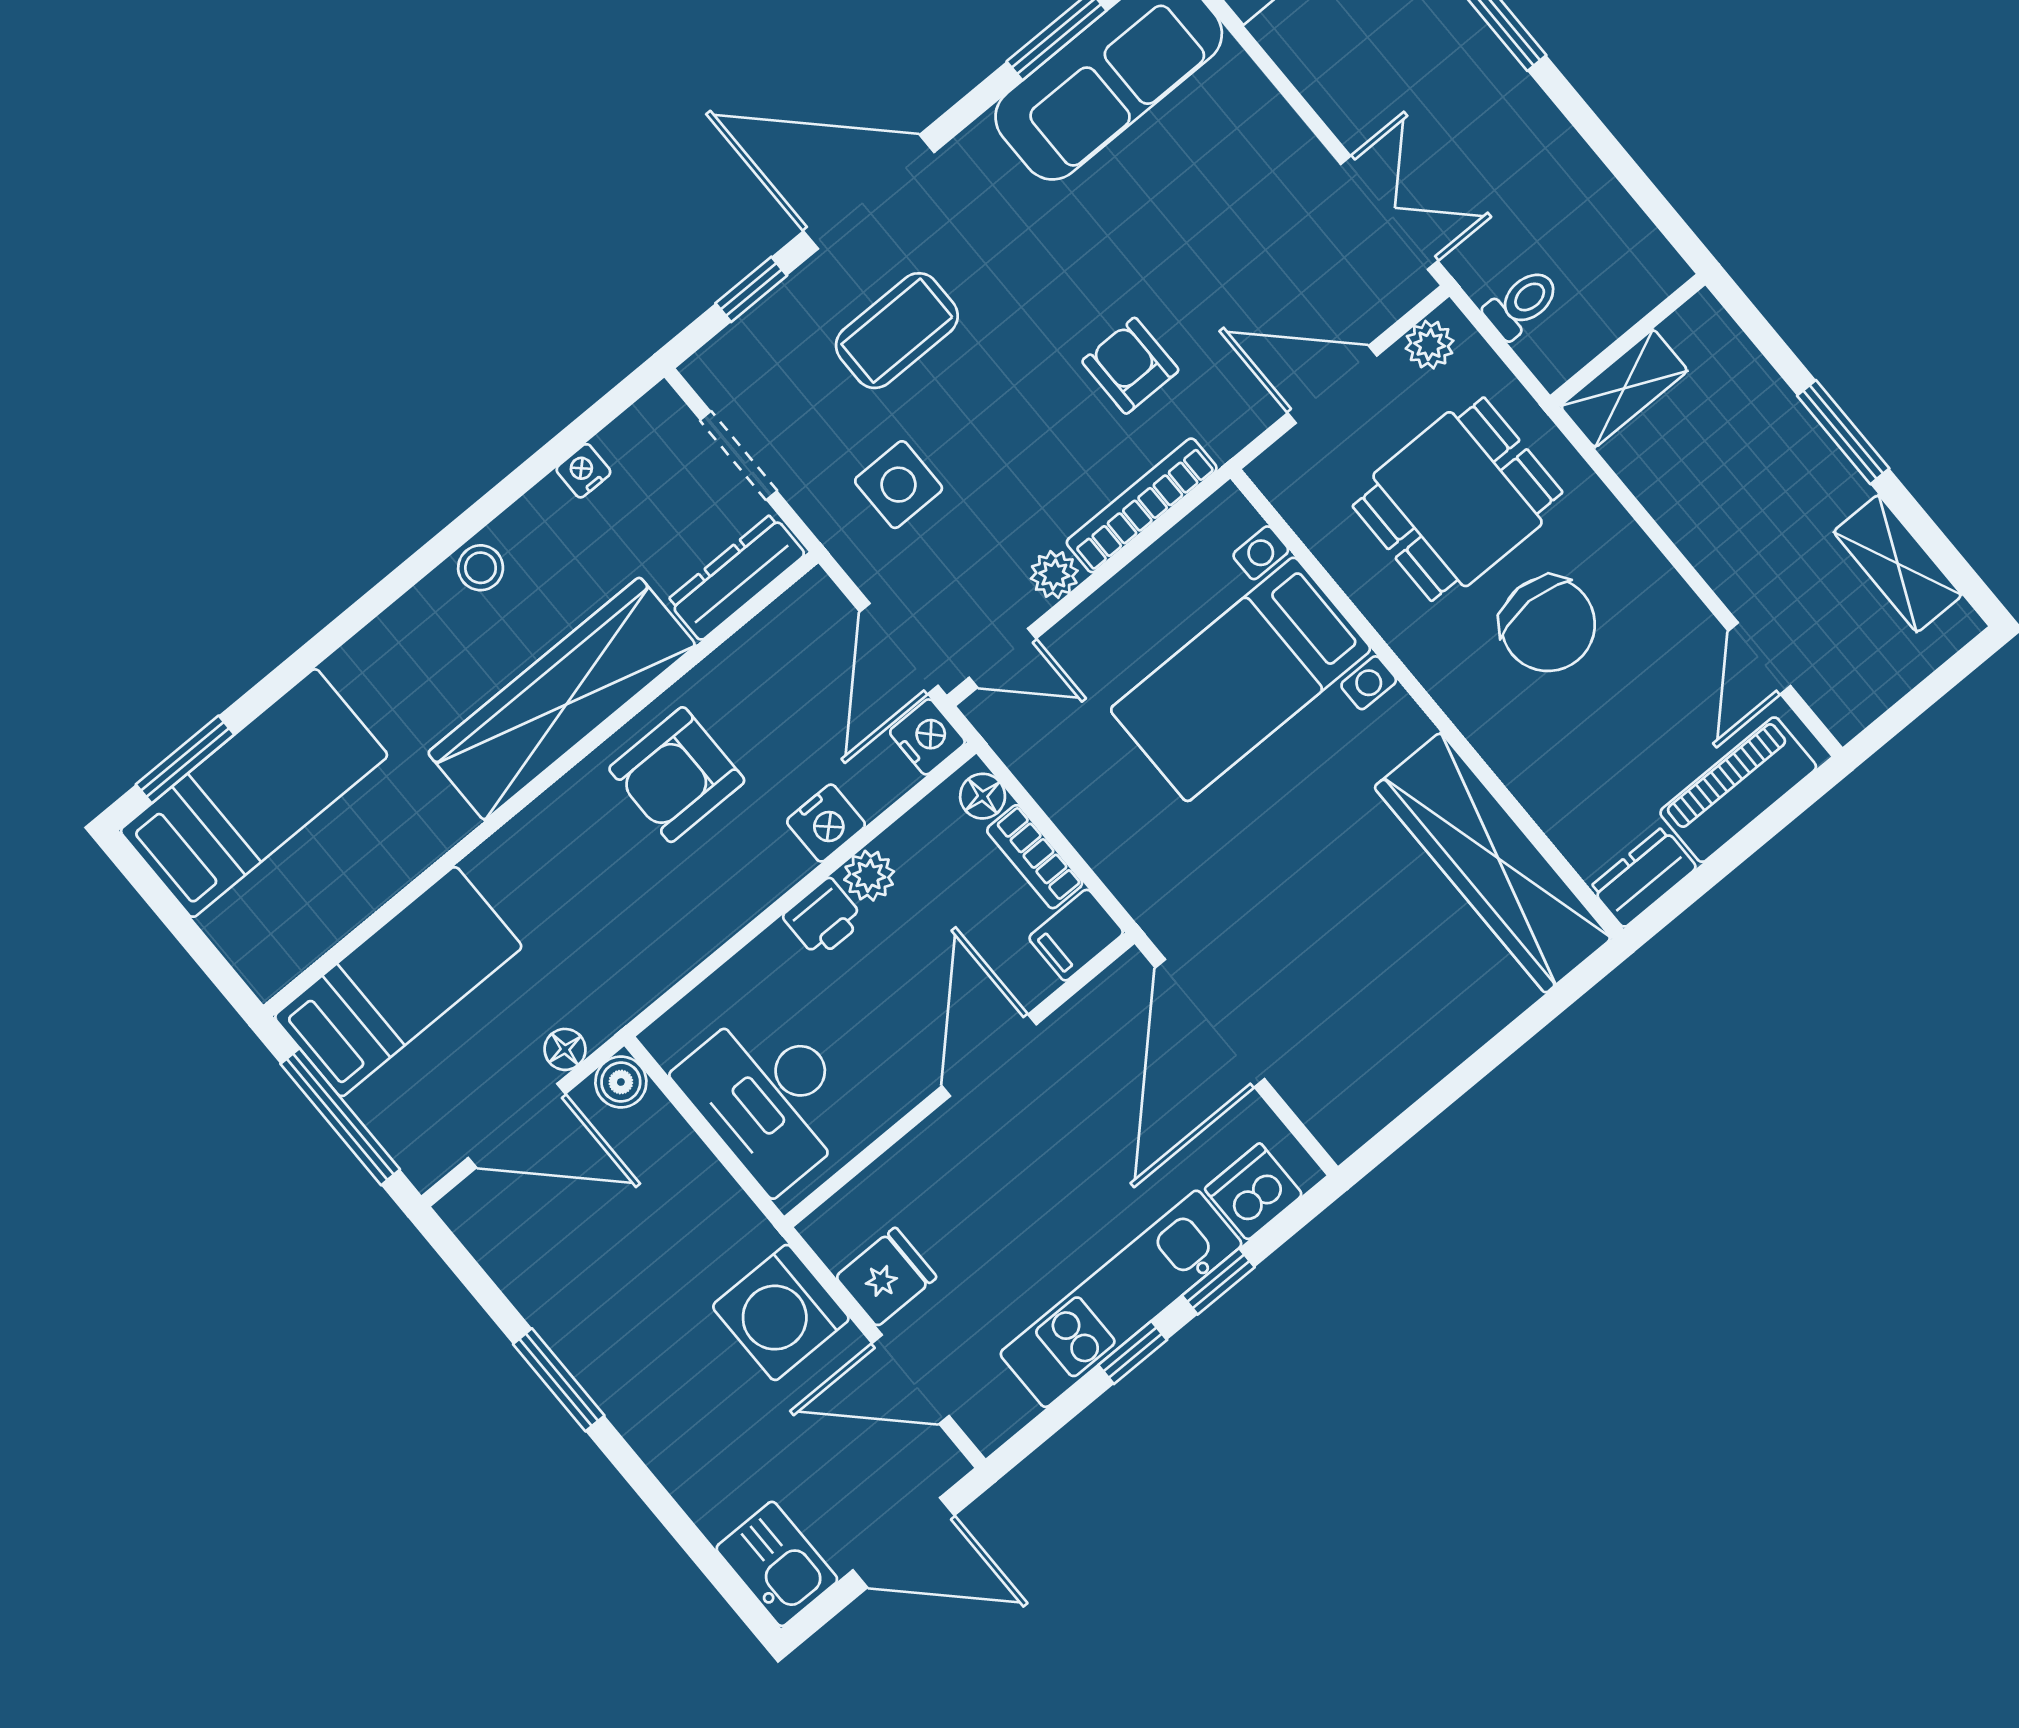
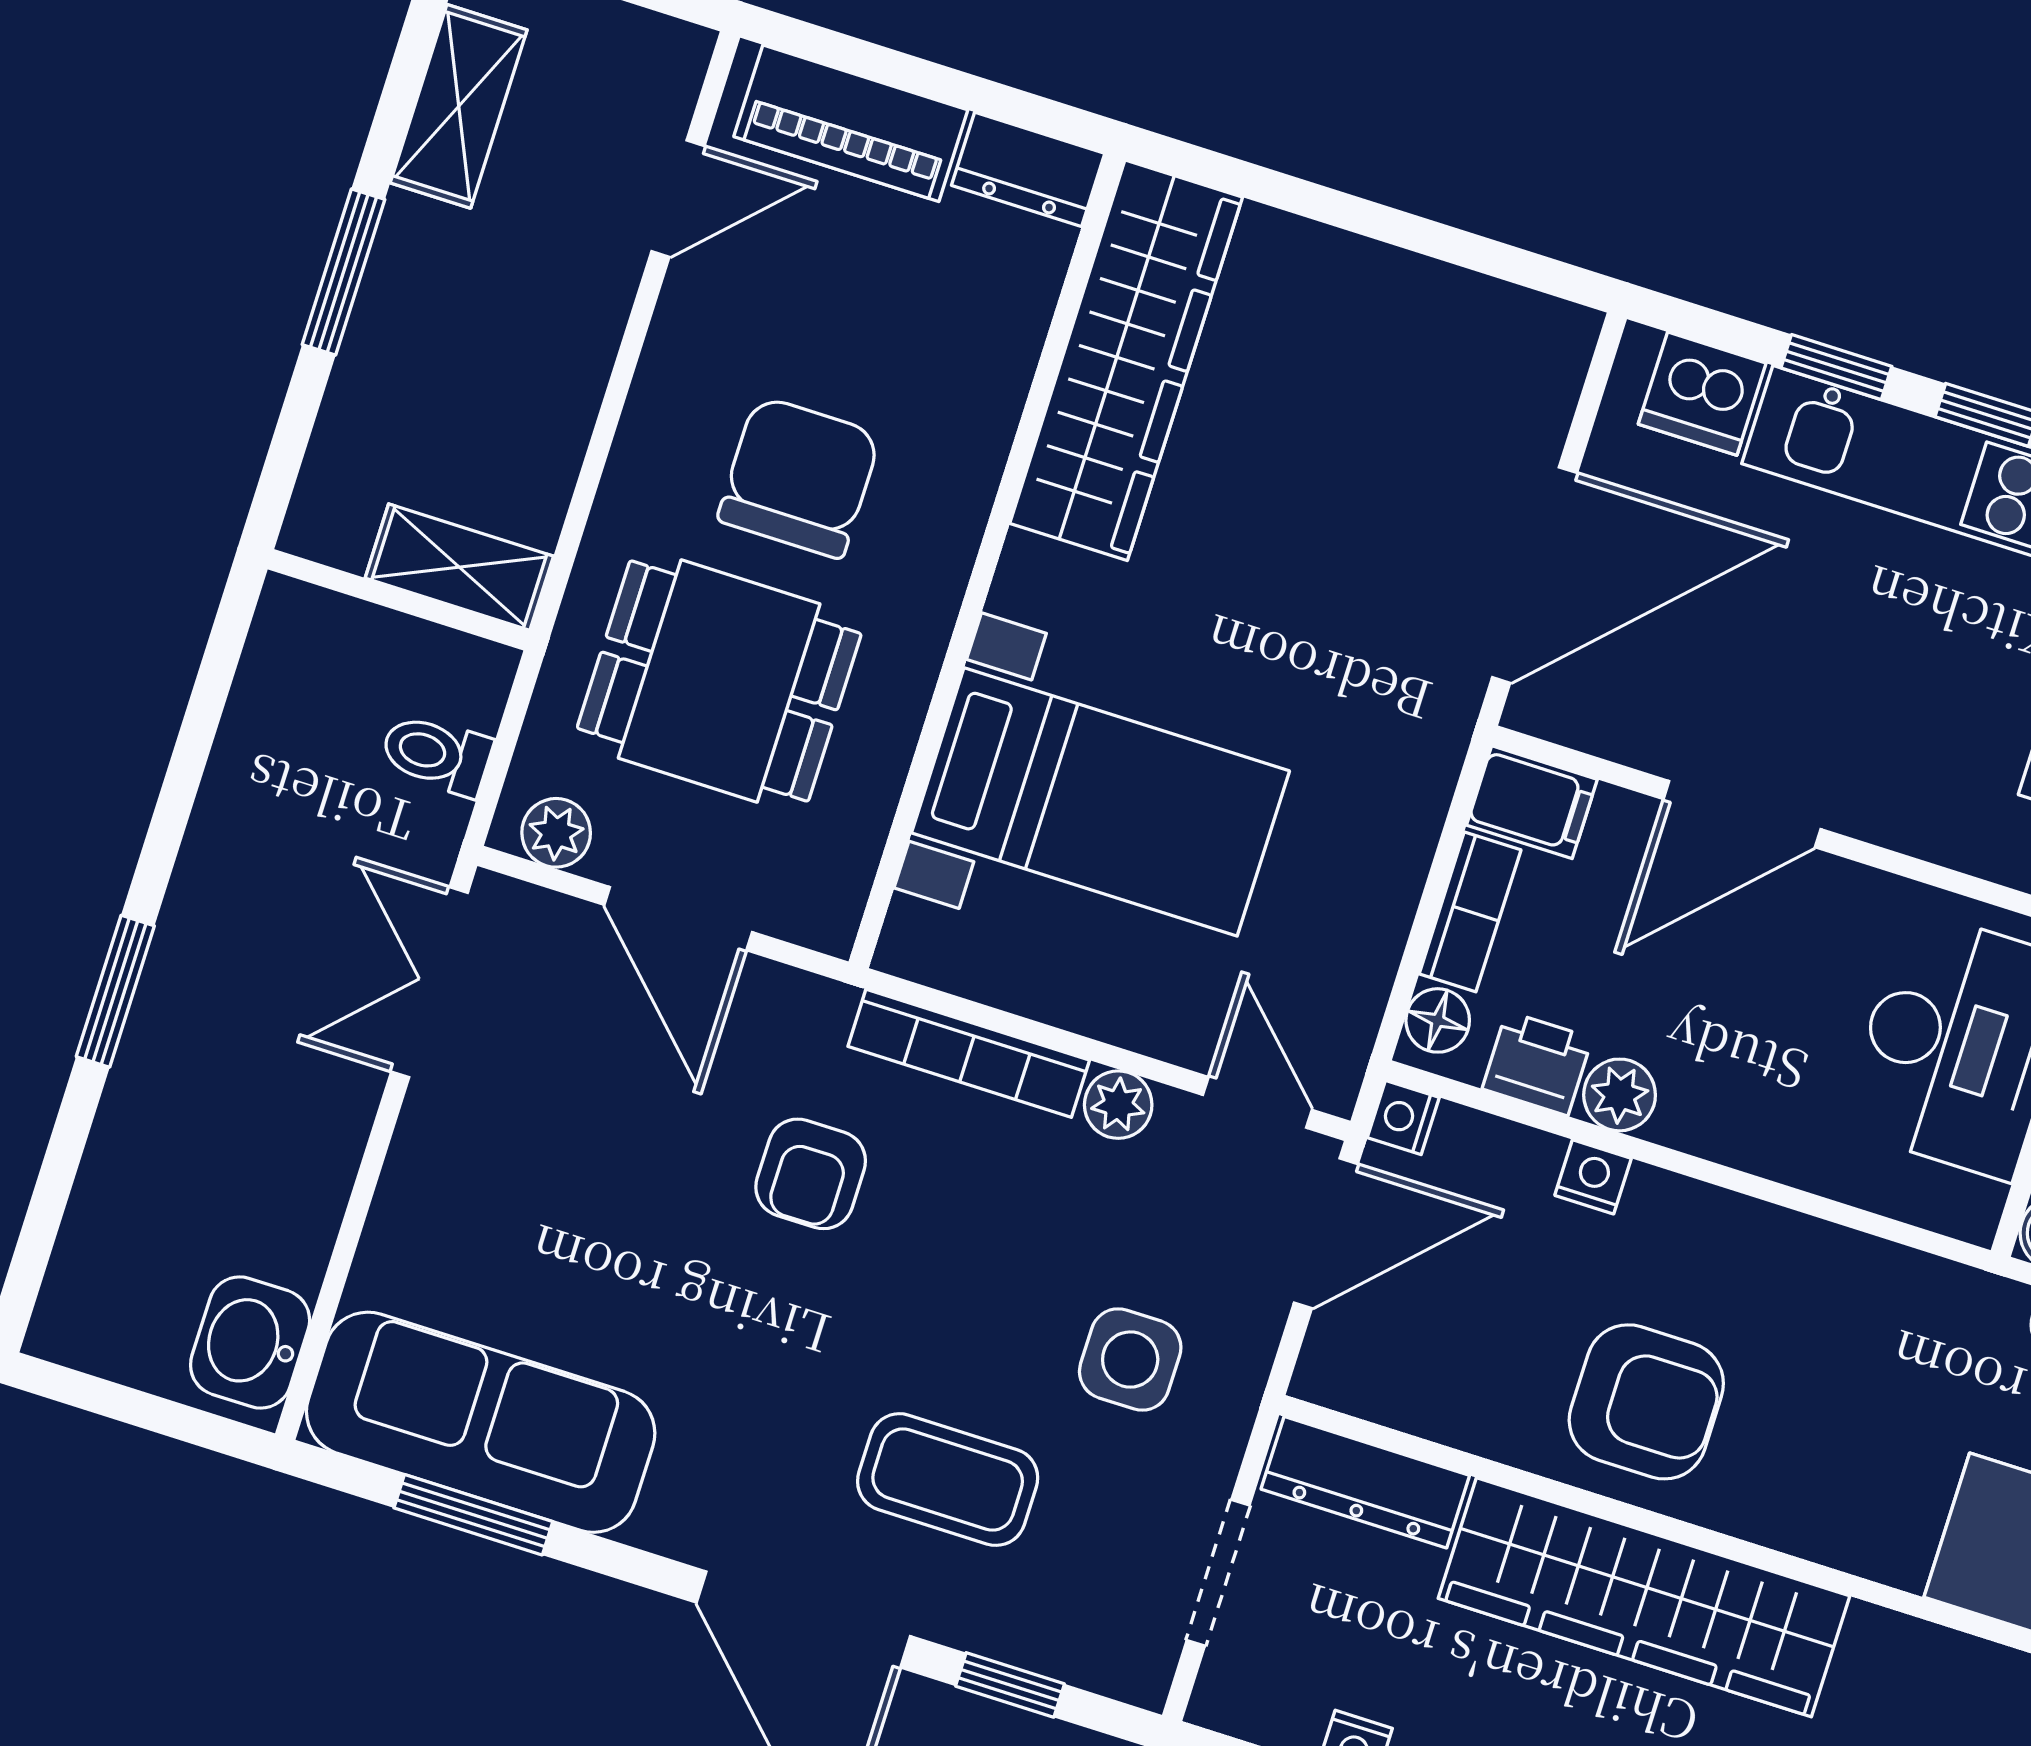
nightstand: (927, 737) -> (1403, 1117), width x0.72, depth x0.74
nightstand: (826, 823) -> (1593, 1177), width x0.72, depth x0.74
printer: (824, 918) -> (1537, 1063), moved

